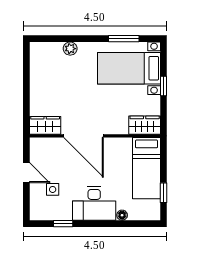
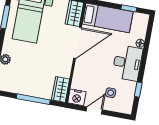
window: (26, 93) -> (33, 99), added
door: (84, 136) -> (77, 43), moved
nightstand: (39, 148) -> (77, 97), added

